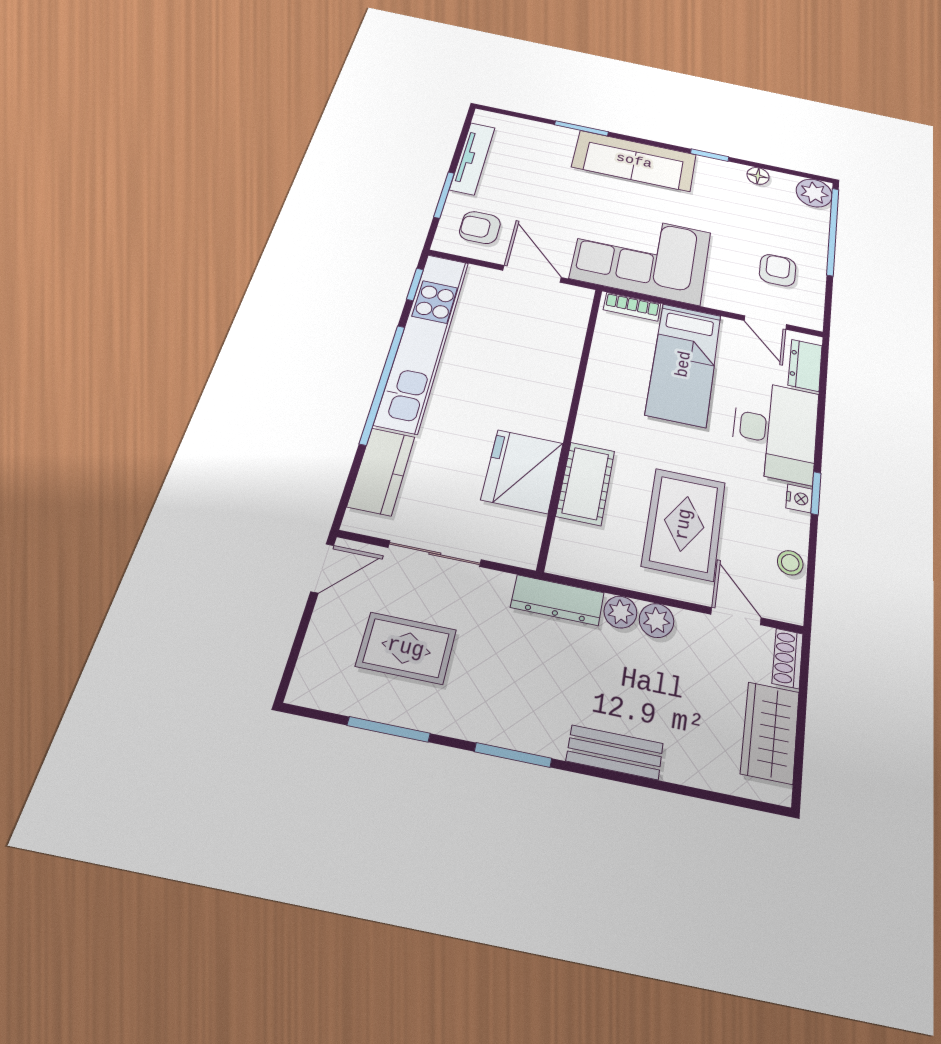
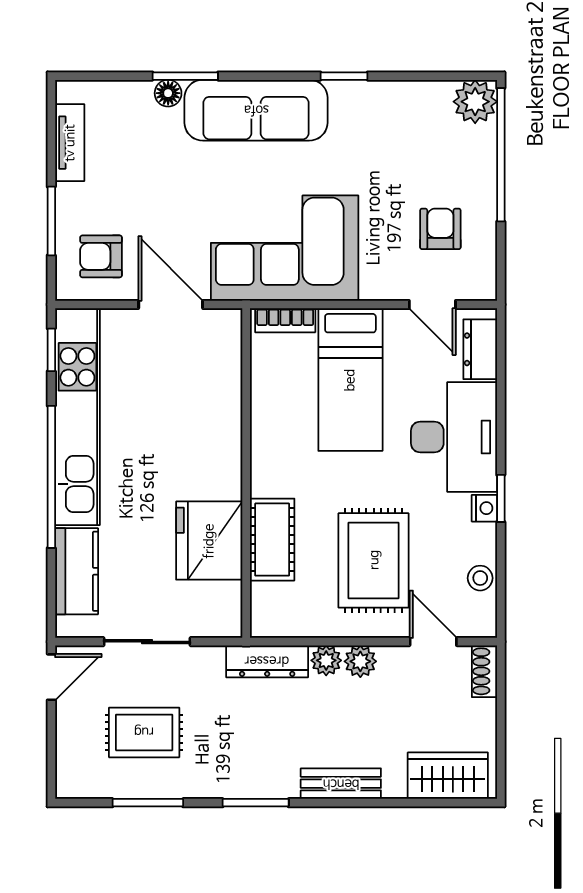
tv unit: (473, 158) -> (70, 143), width x0.71
floor lamp: (758, 176) -> (168, 93), moved
wardrobe: (770, 732) -> (448, 776), moved, turned 90

